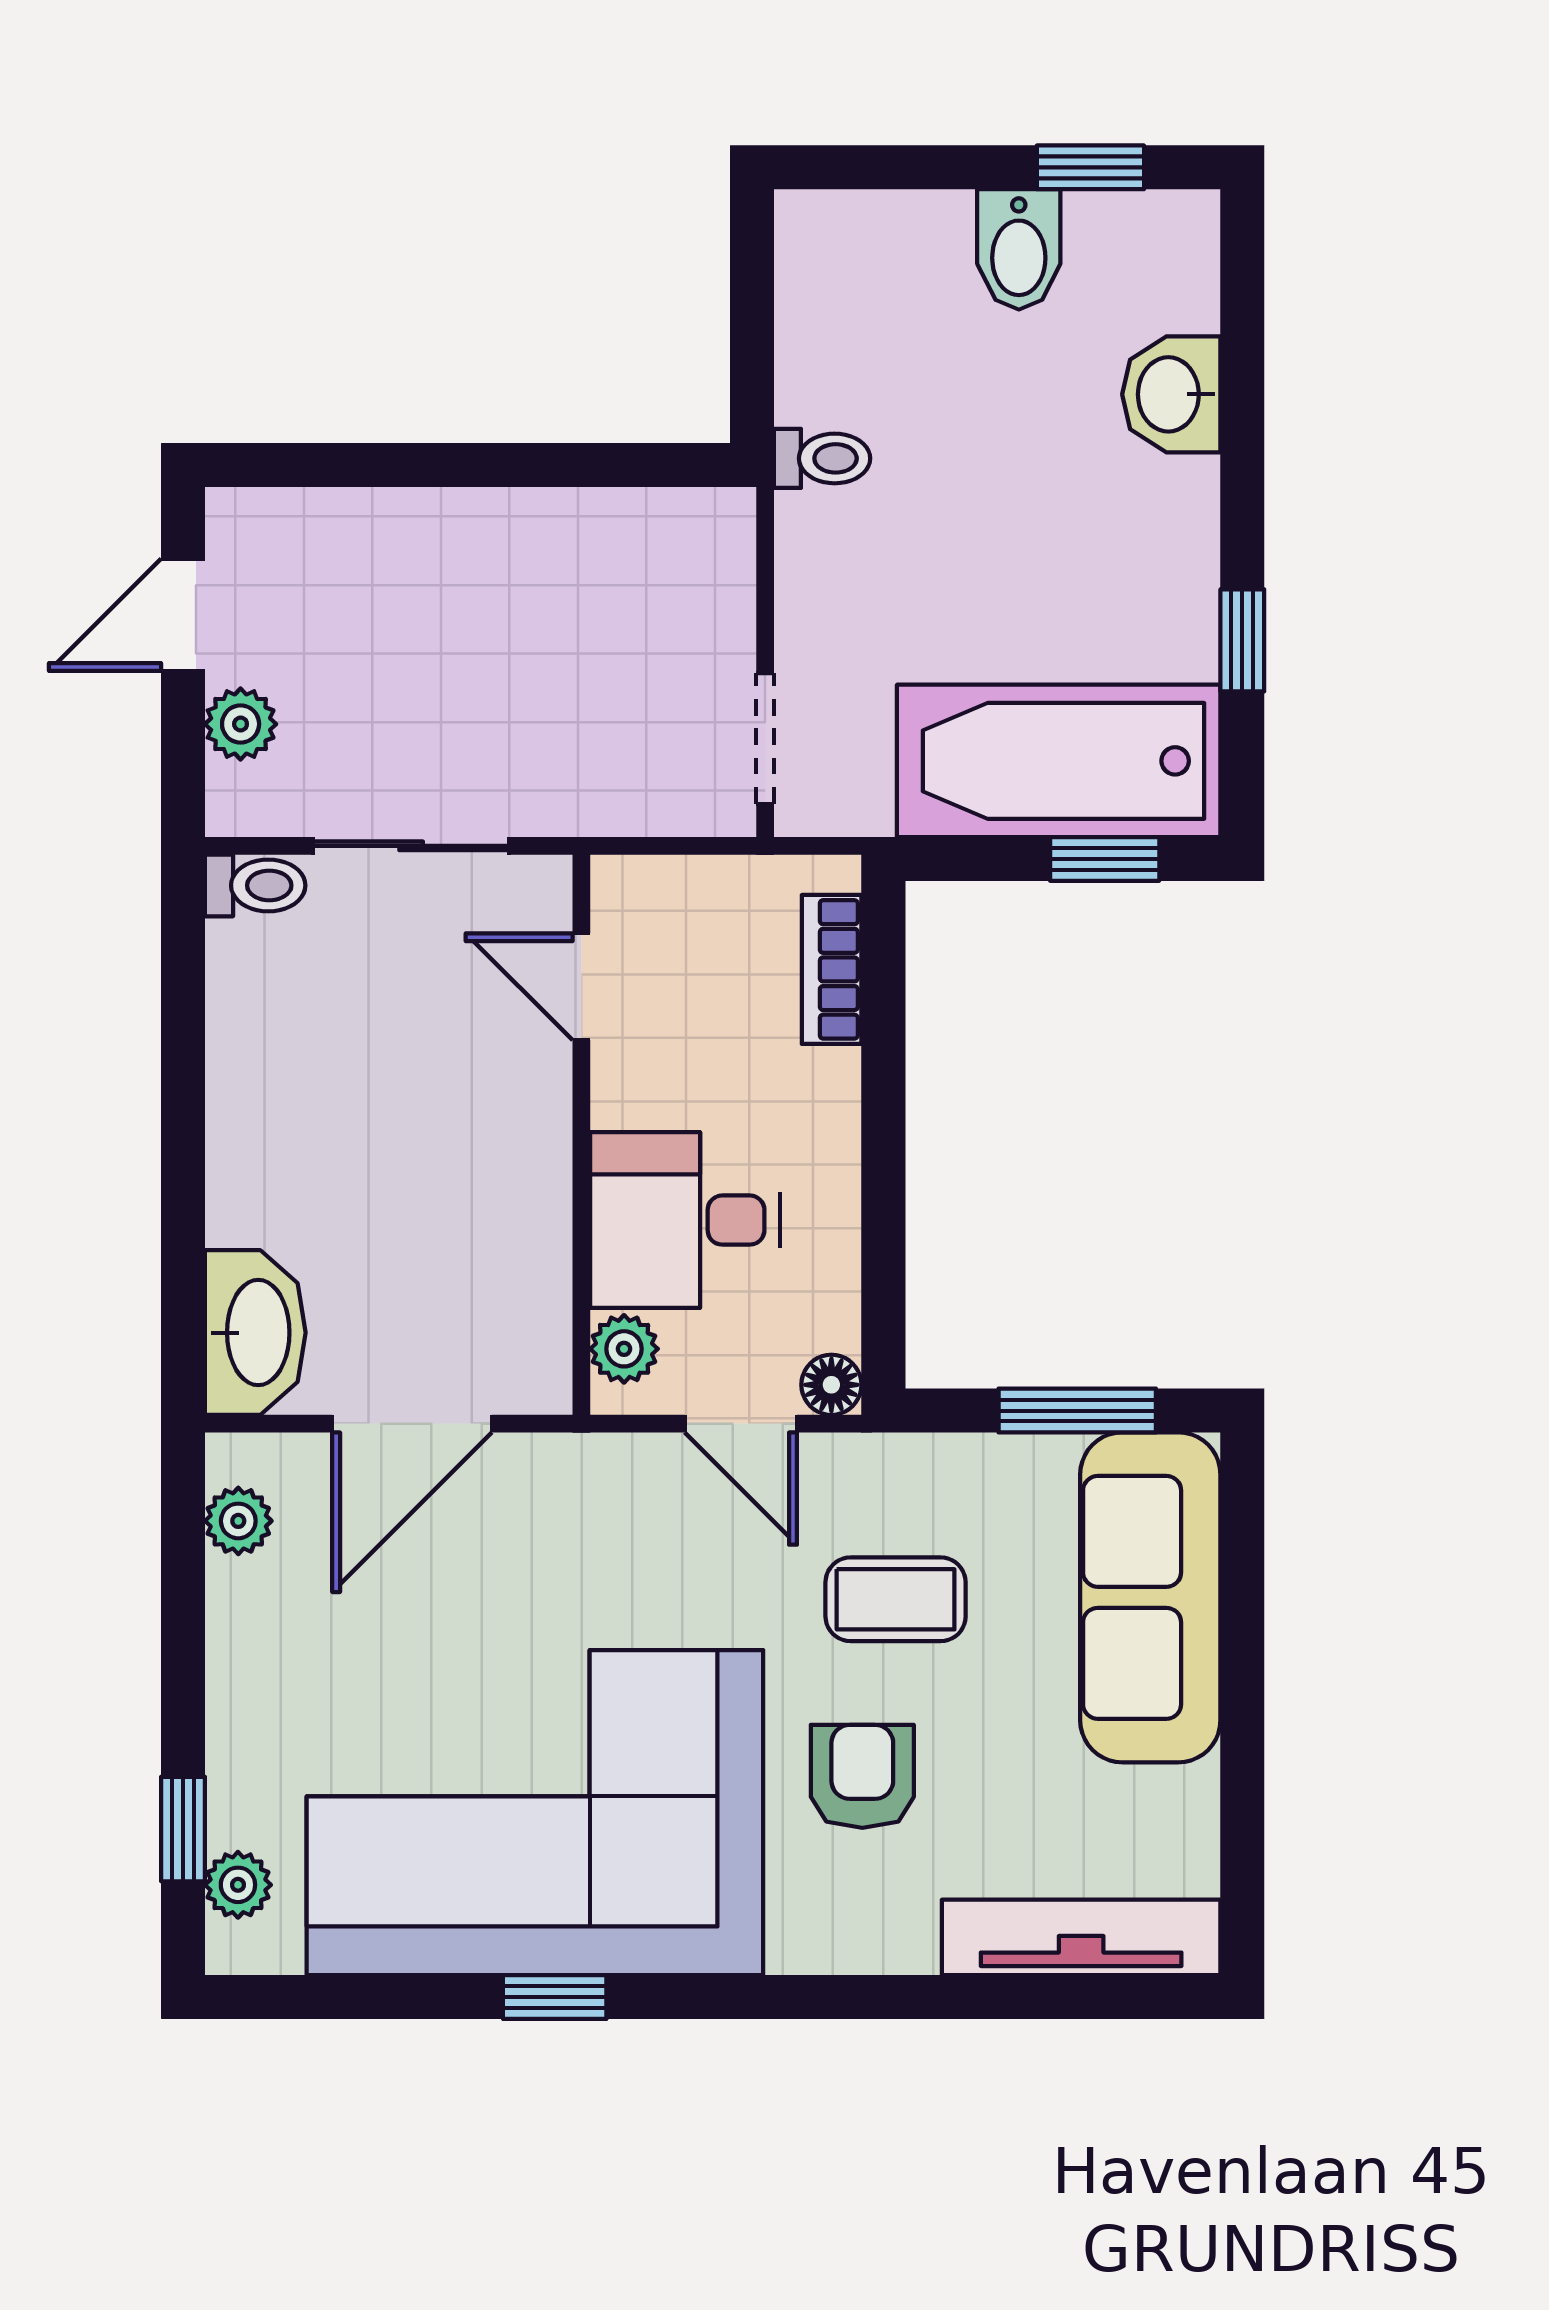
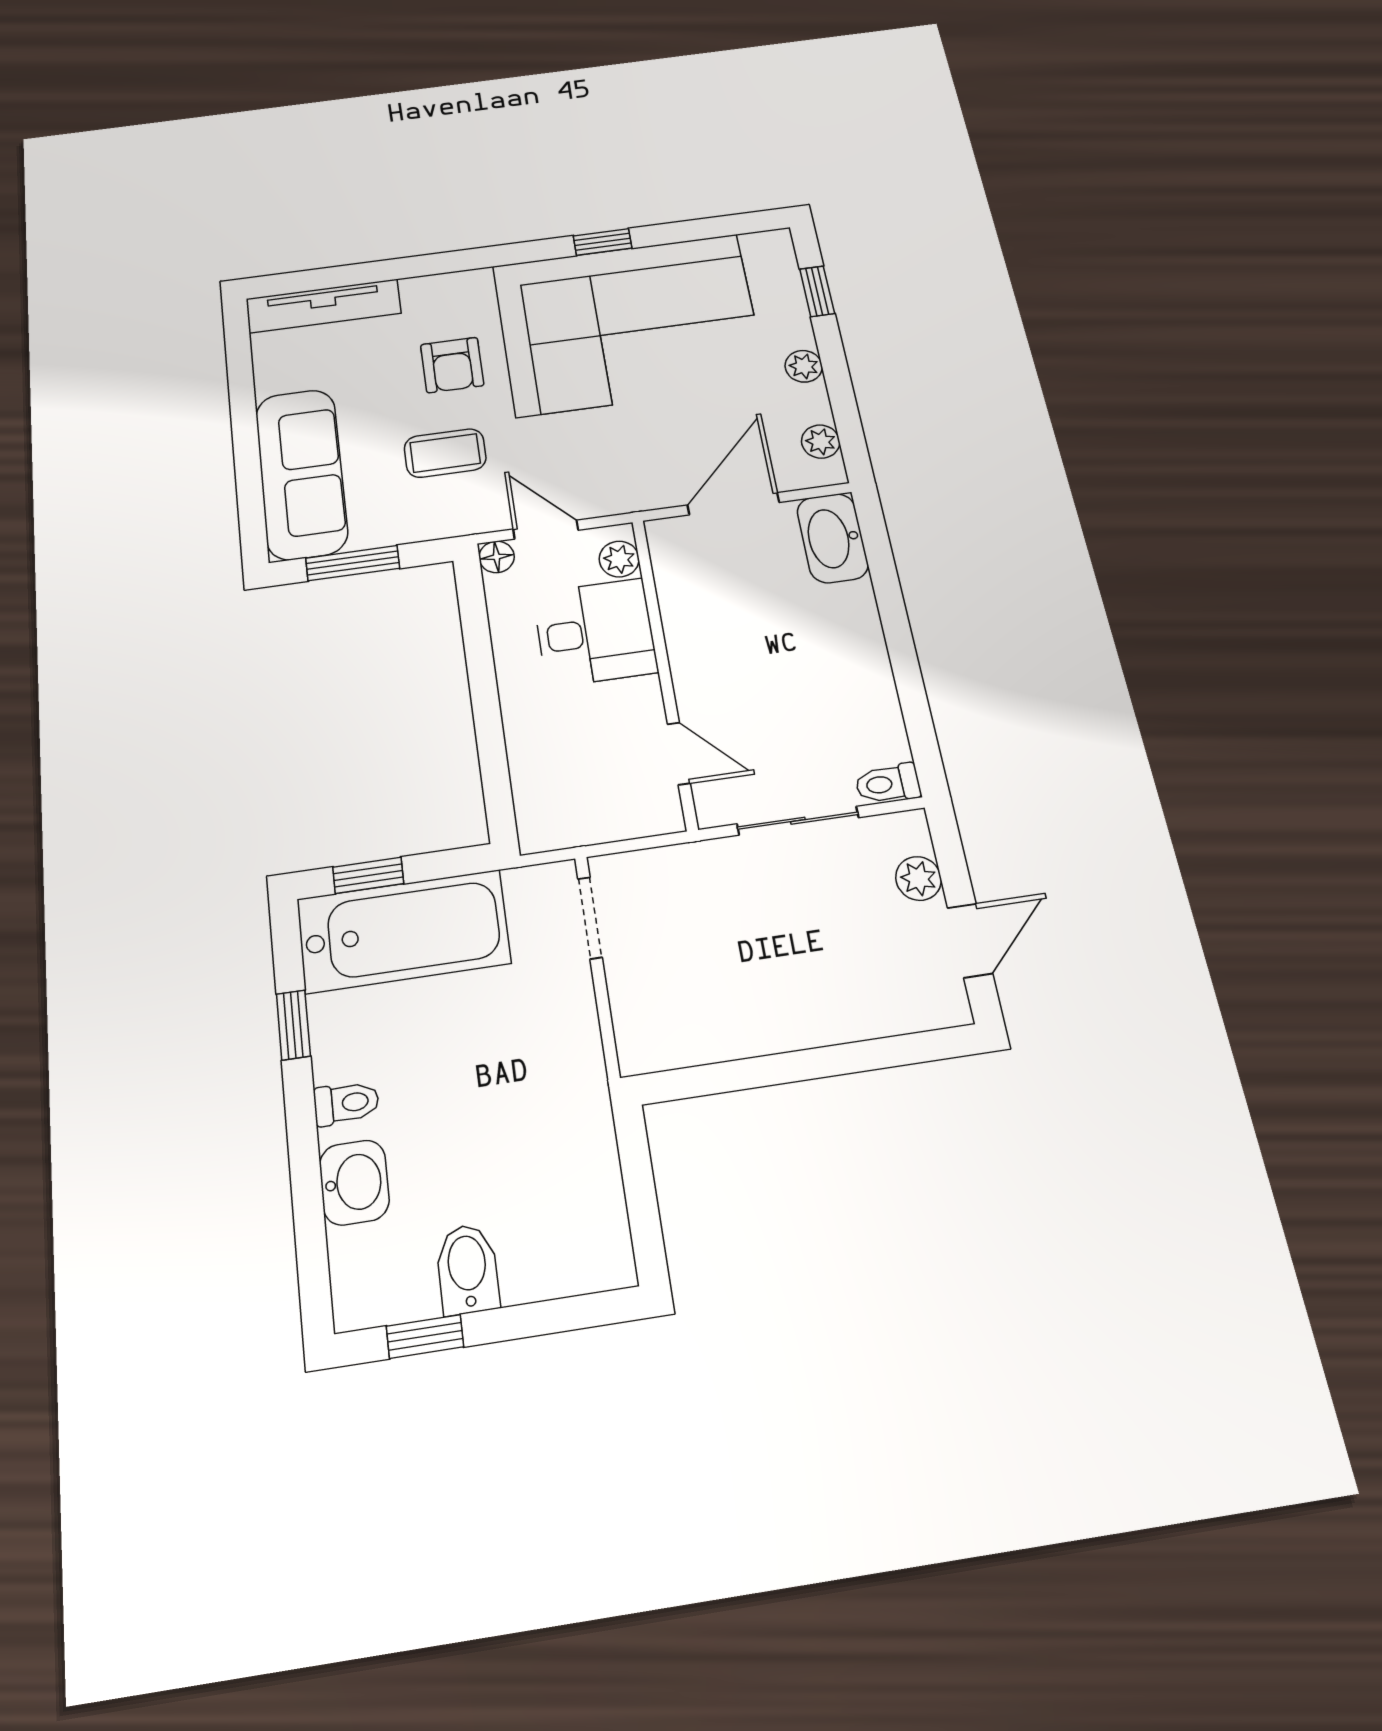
toilet: (822, 458) -> (346, 1103), moved, turned 180
bookcase: (832, 969) -> (529, 785), removed
plant: (238, 1885) -> (804, 366), moved

